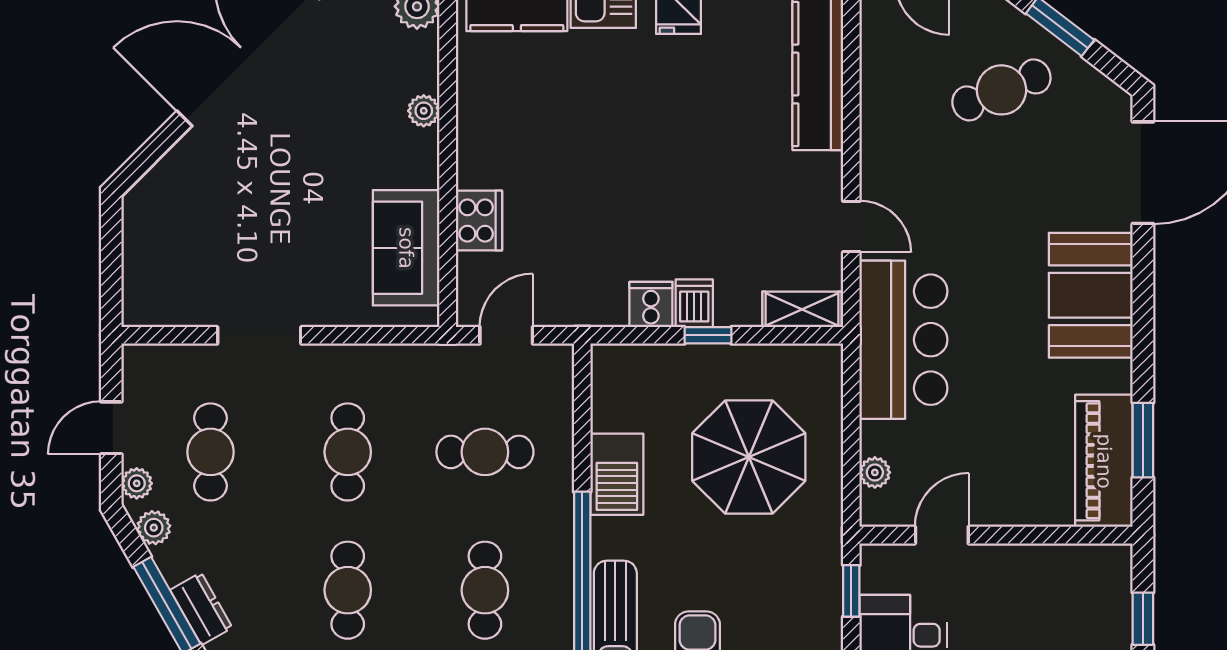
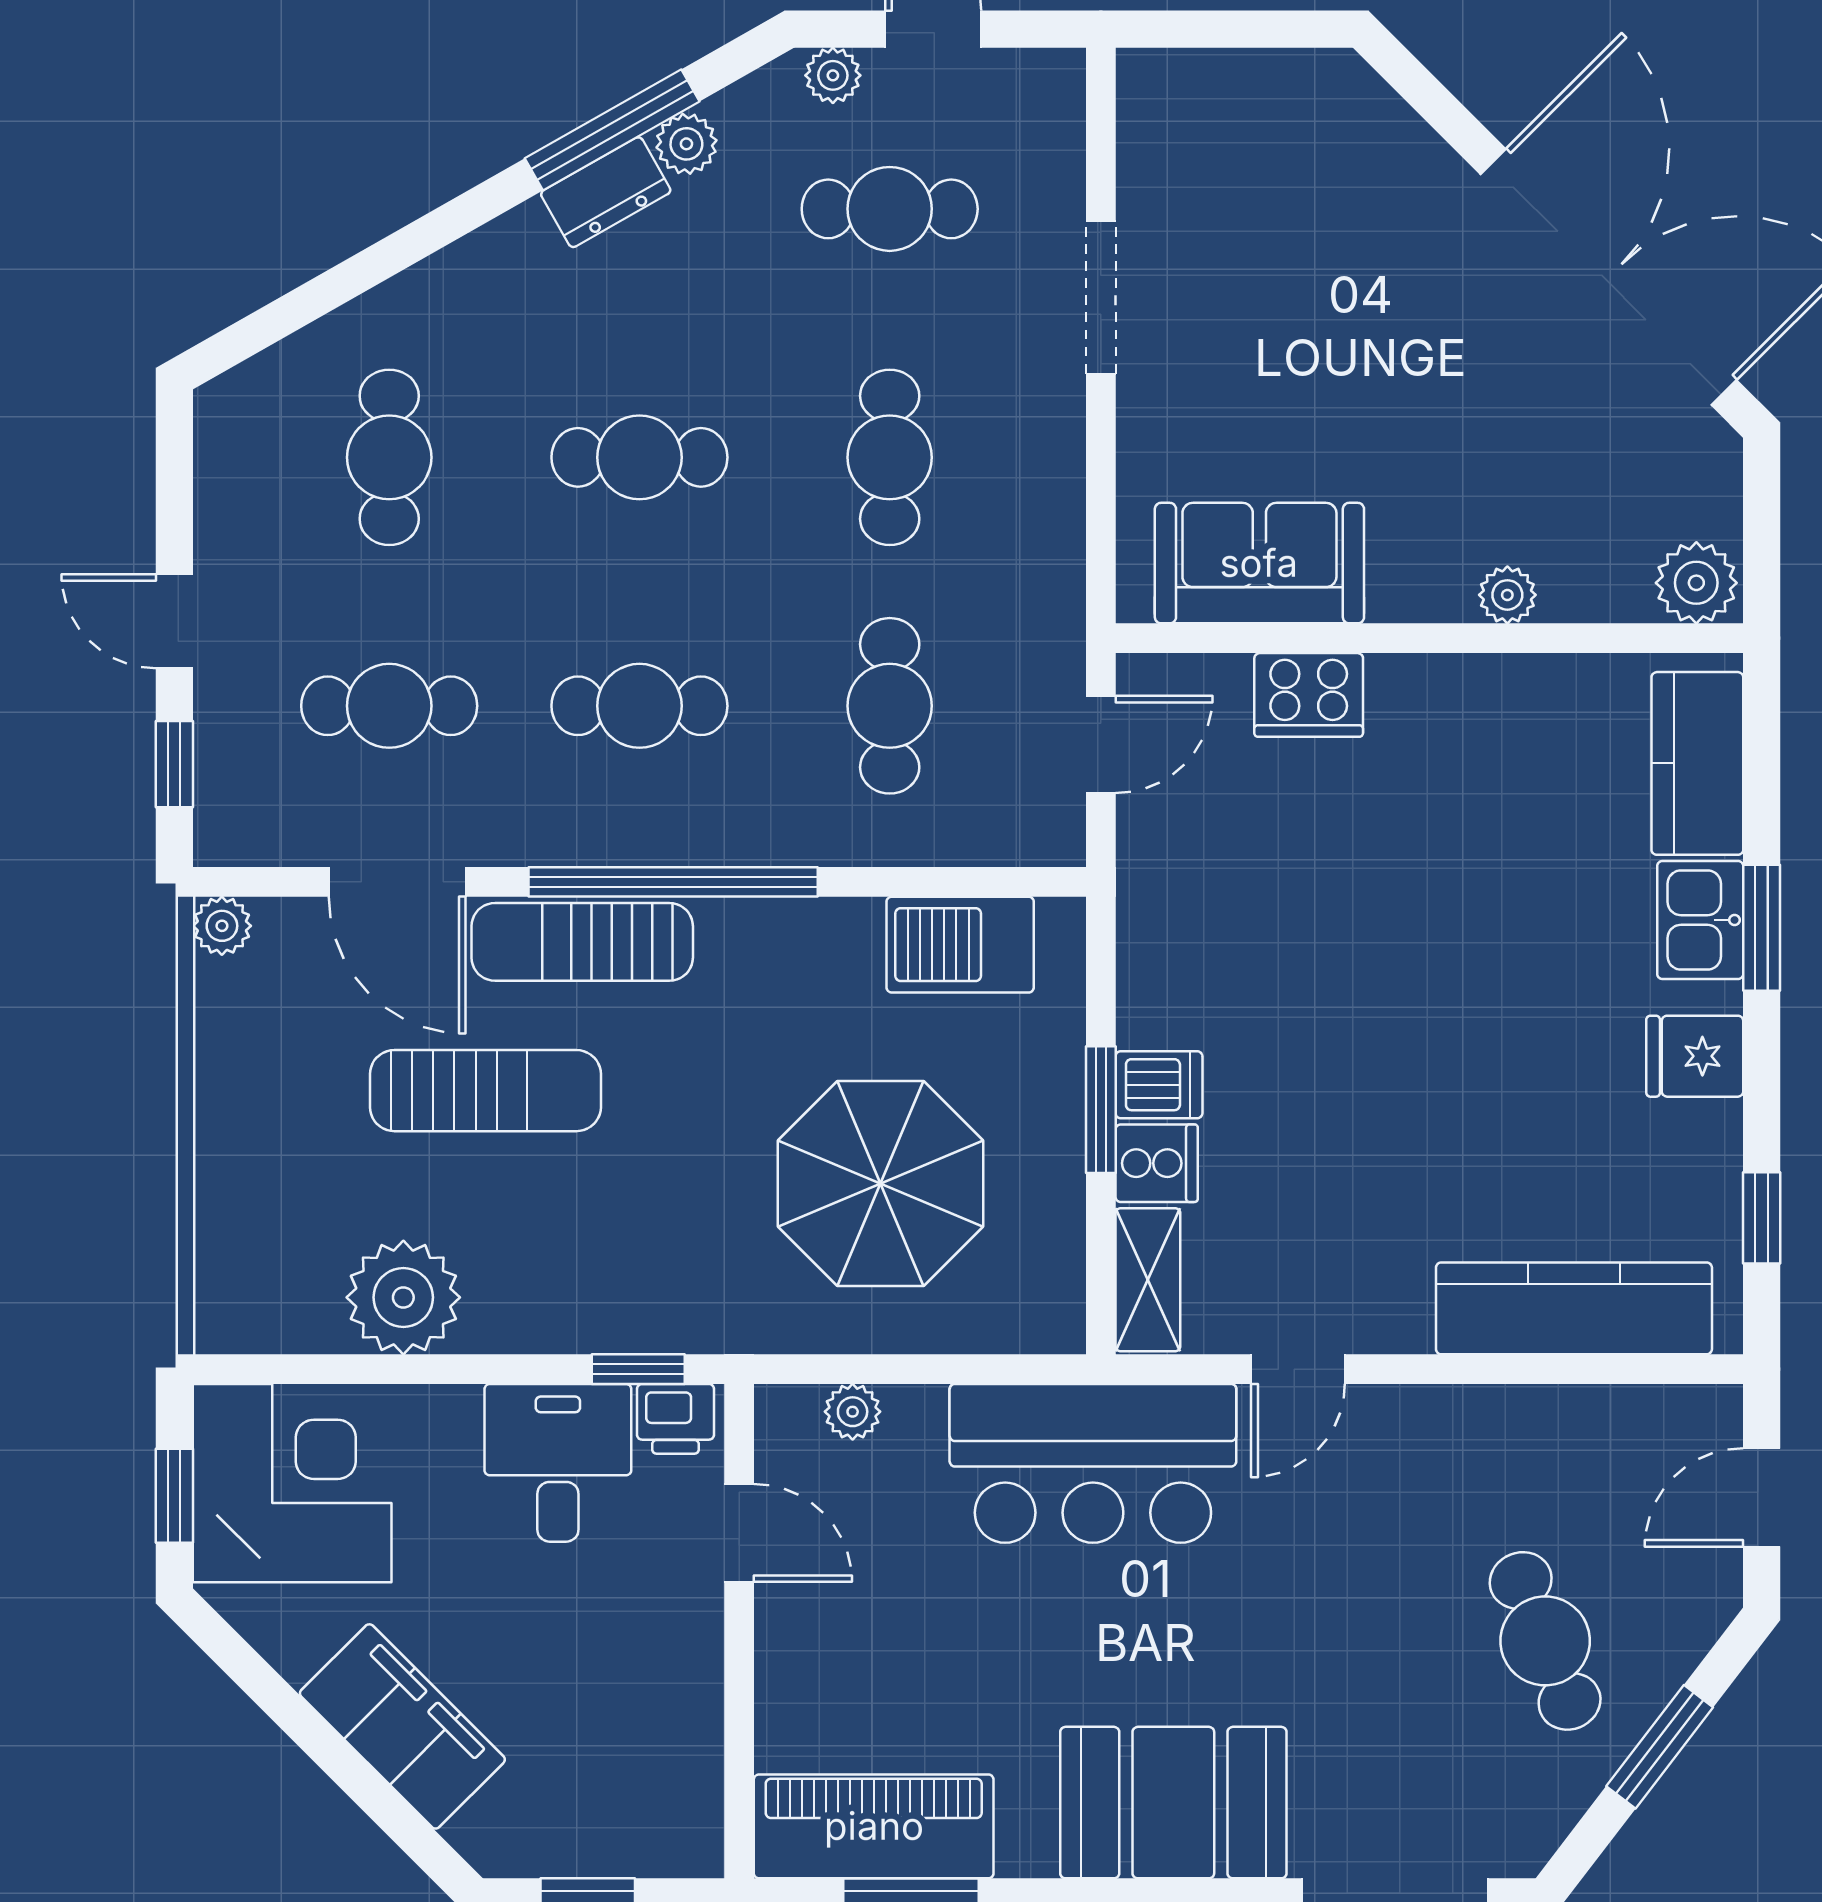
cooker: (651, 304) -> (1157, 1163), moved
door: (506, 335) -> (1101, 744), hinge flipped
window: (708, 335) -> (1101, 1110), width x1.50
cafe table: (348, 452) -> (890, 457), turned 90
barbecue: (617, 474) -> (960, 945), moved
plant: (154, 528) -> (686, 144), moved
printer: (879, 570) -> (675, 1419), added

